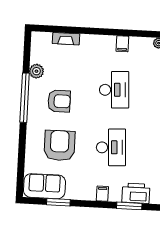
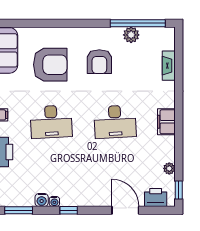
filing cabinet: (122, 44) -> (166, 122), width x2.00
window: (25, 98) -> (138, 23), moved

